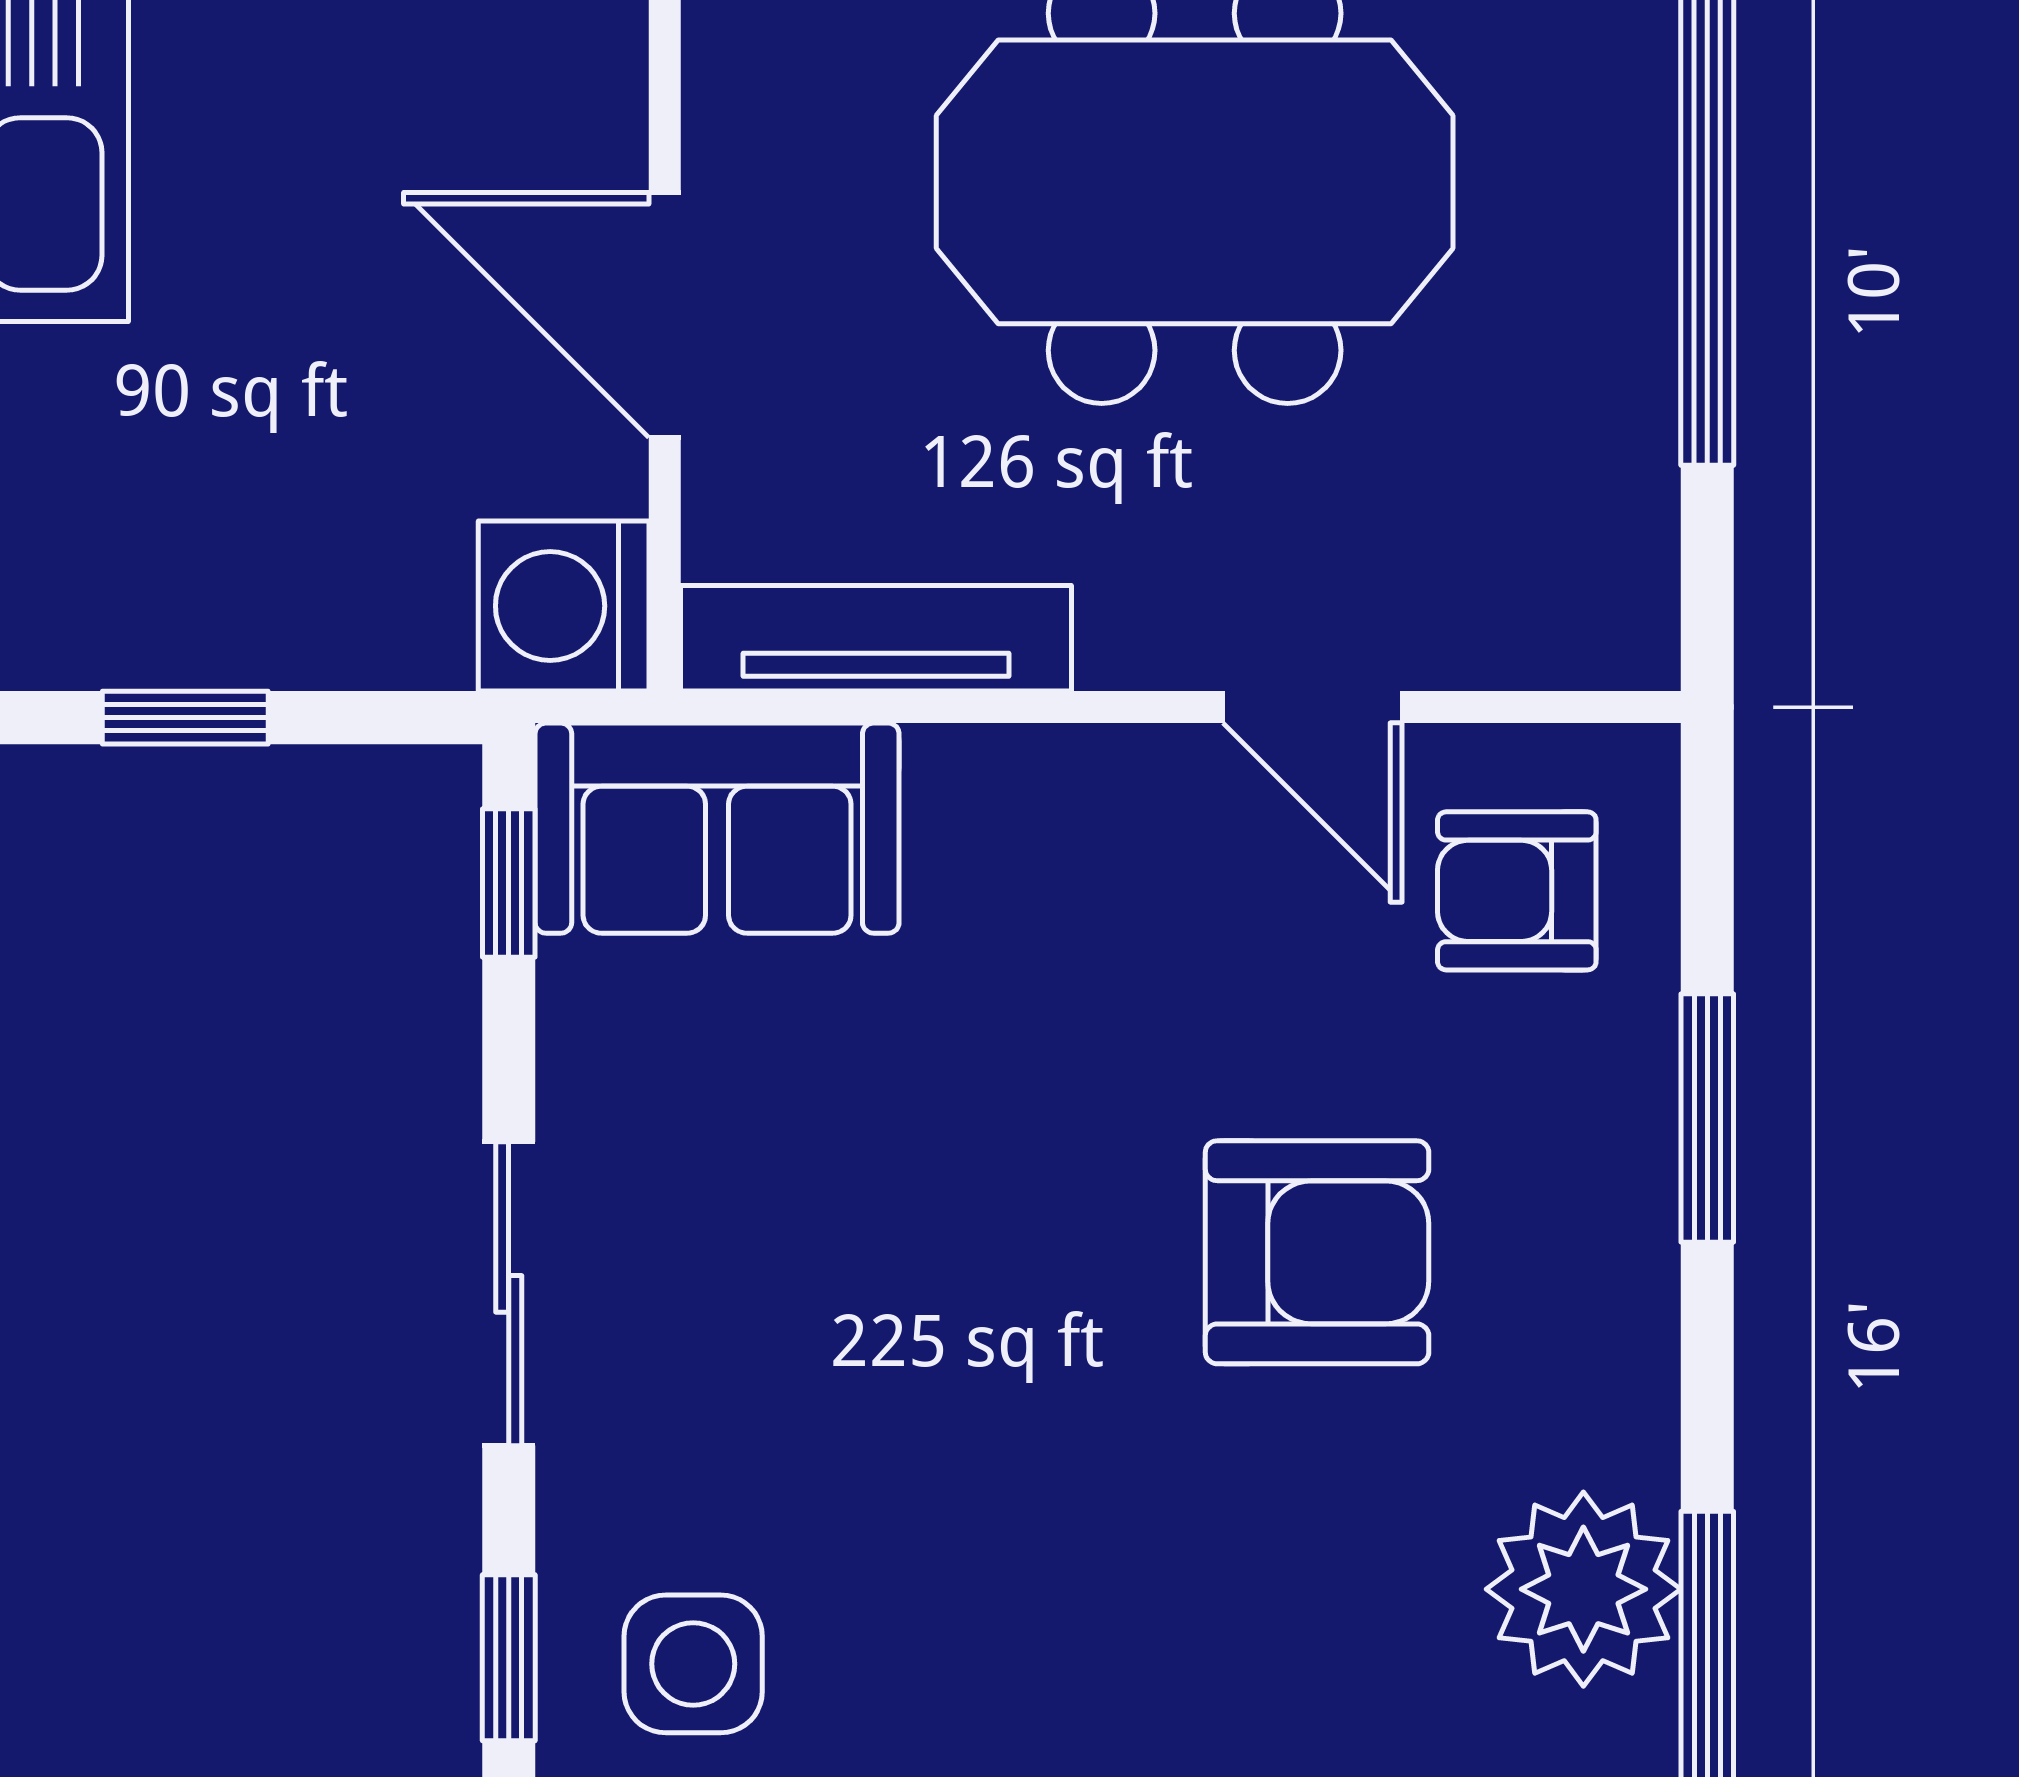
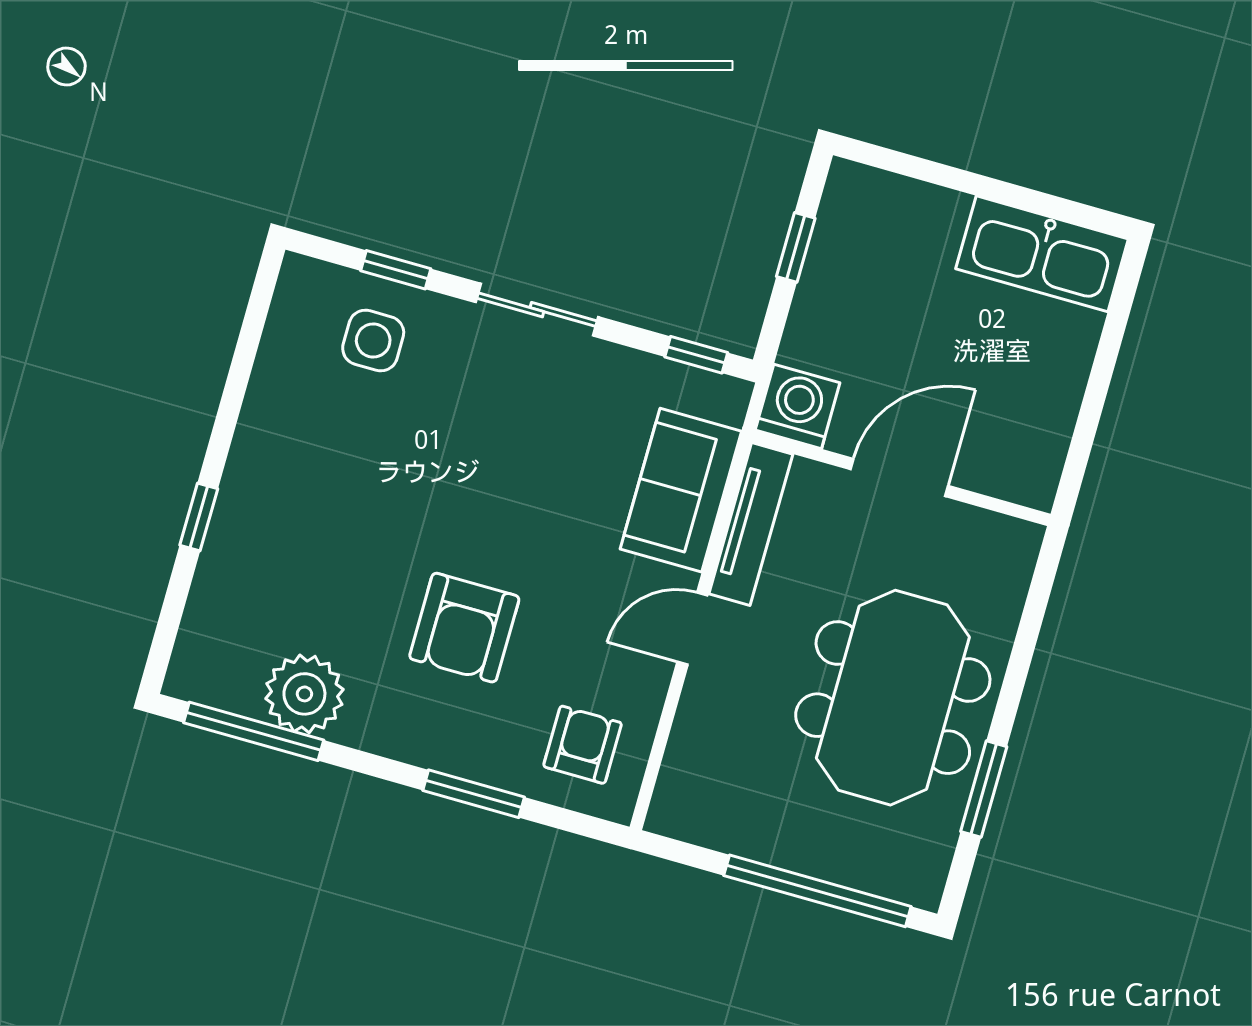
door: (1312, 707) -> (692, 629), moved
sofa: (717, 828) -> (681, 490), moved

